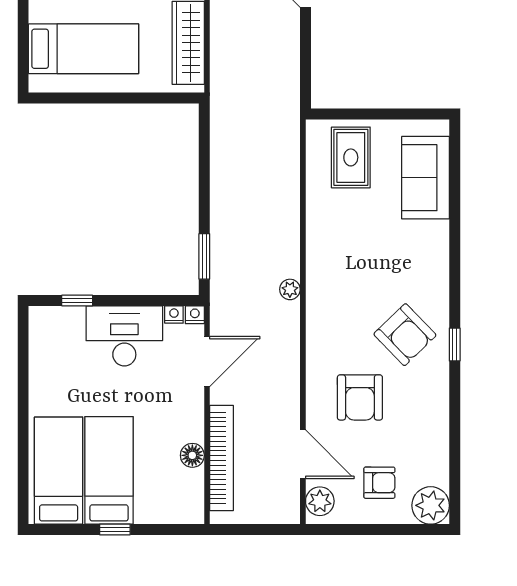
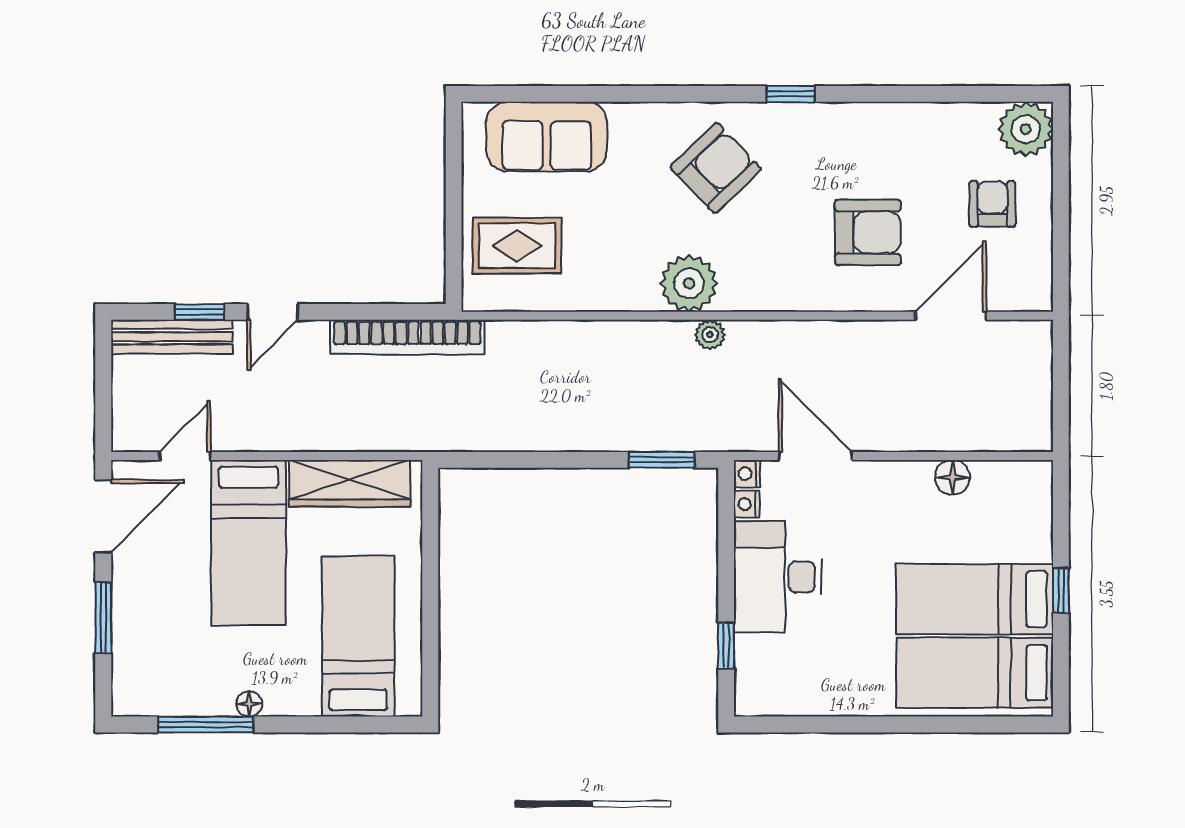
armchair: (405, 335) -> (716, 168), moved
bookcase: (222, 458) -> (407, 337), moved, turned 180
plant: (320, 501) -> (689, 283), moved, width x1.36, depth x1.36

